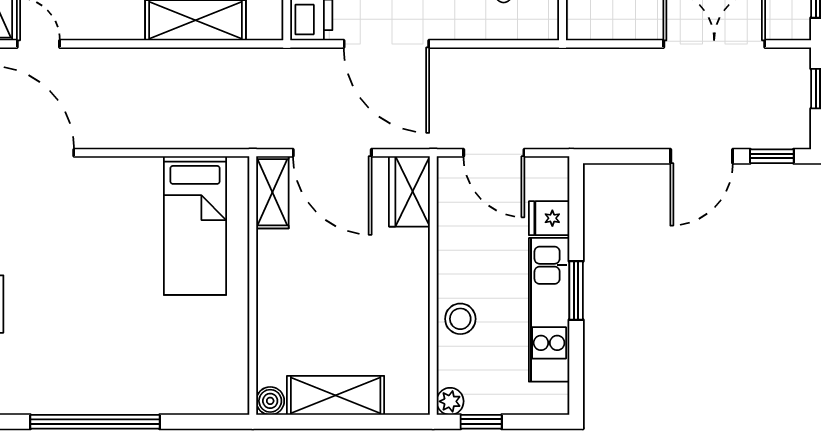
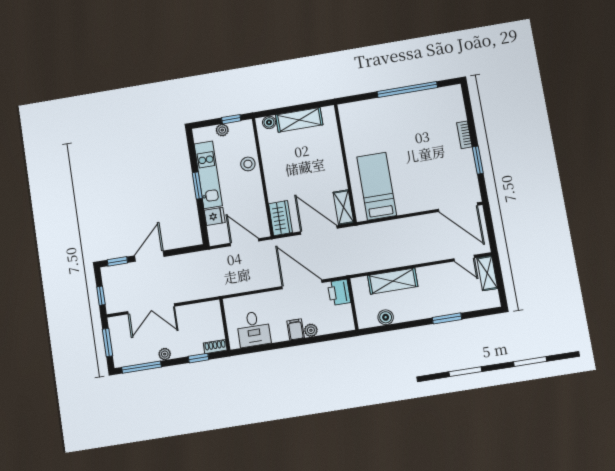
boiler: (270, 401) -> (269, 122), moved
plant: (450, 401) -> (222, 130), moved

